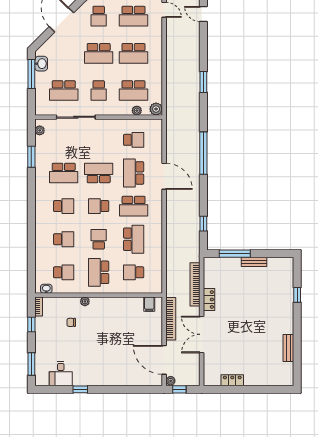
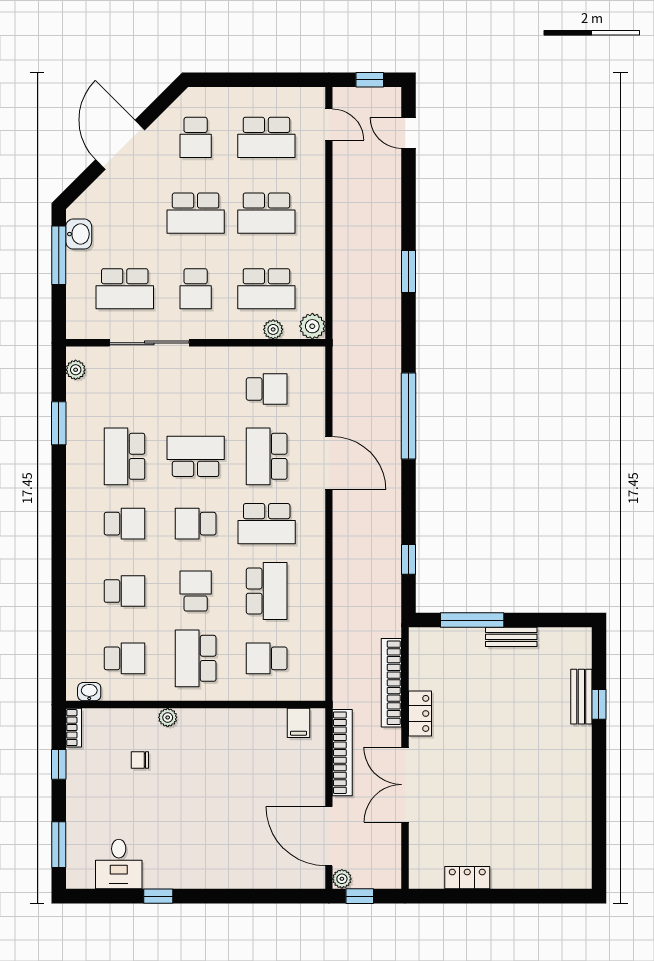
school desk: (64, 173) -> (124, 456), turned 90
bench: (288, 348) -> (581, 697), moved

